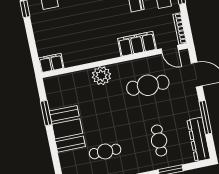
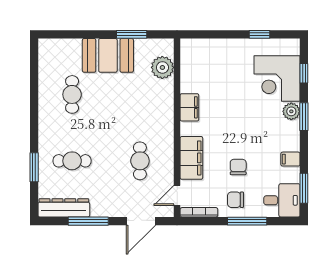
filing cabinet: (51, 63) -> (189, 107), moved
plant: (101, 76) -> (162, 67), moved
cafe table: (148, 85) -> (140, 161), width x0.73, depth x0.74

